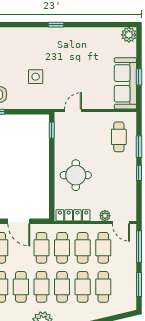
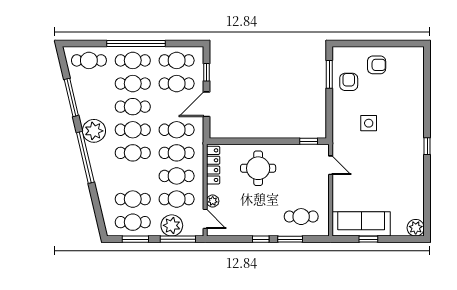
door: (121, 222) -> (205, 219), swing flipped
plant: (127, 252) -> (172, 225), added
cafe table: (83, 287) -> (133, 222), moved

